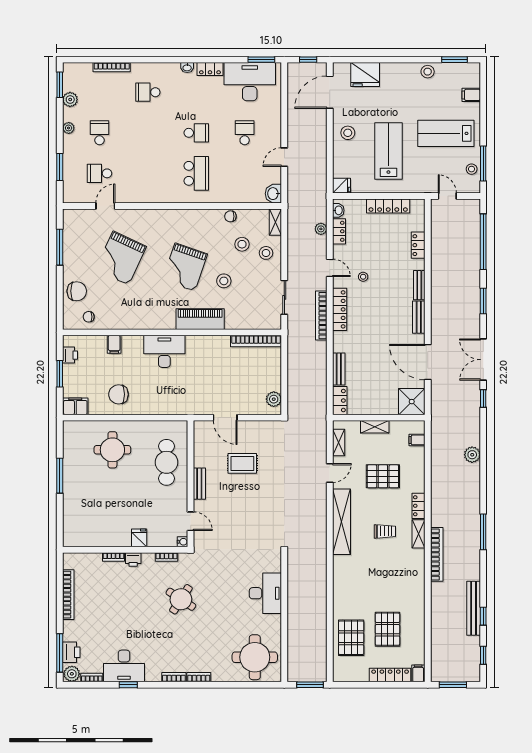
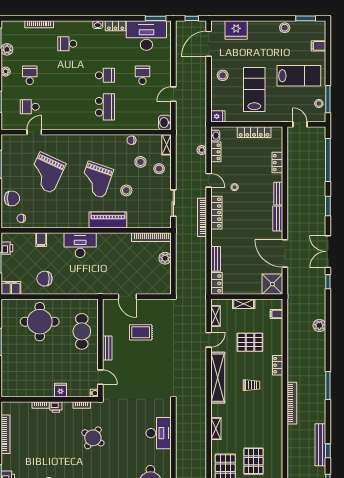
lab bench: (446, 133) -> (299, 76), turned 180
plant: (274, 399) -> (165, 258), moved
round table: (112, 450) -> (40, 322), width x1.36, depth x1.36
shelving: (418, 534) -> (216, 429), moved

